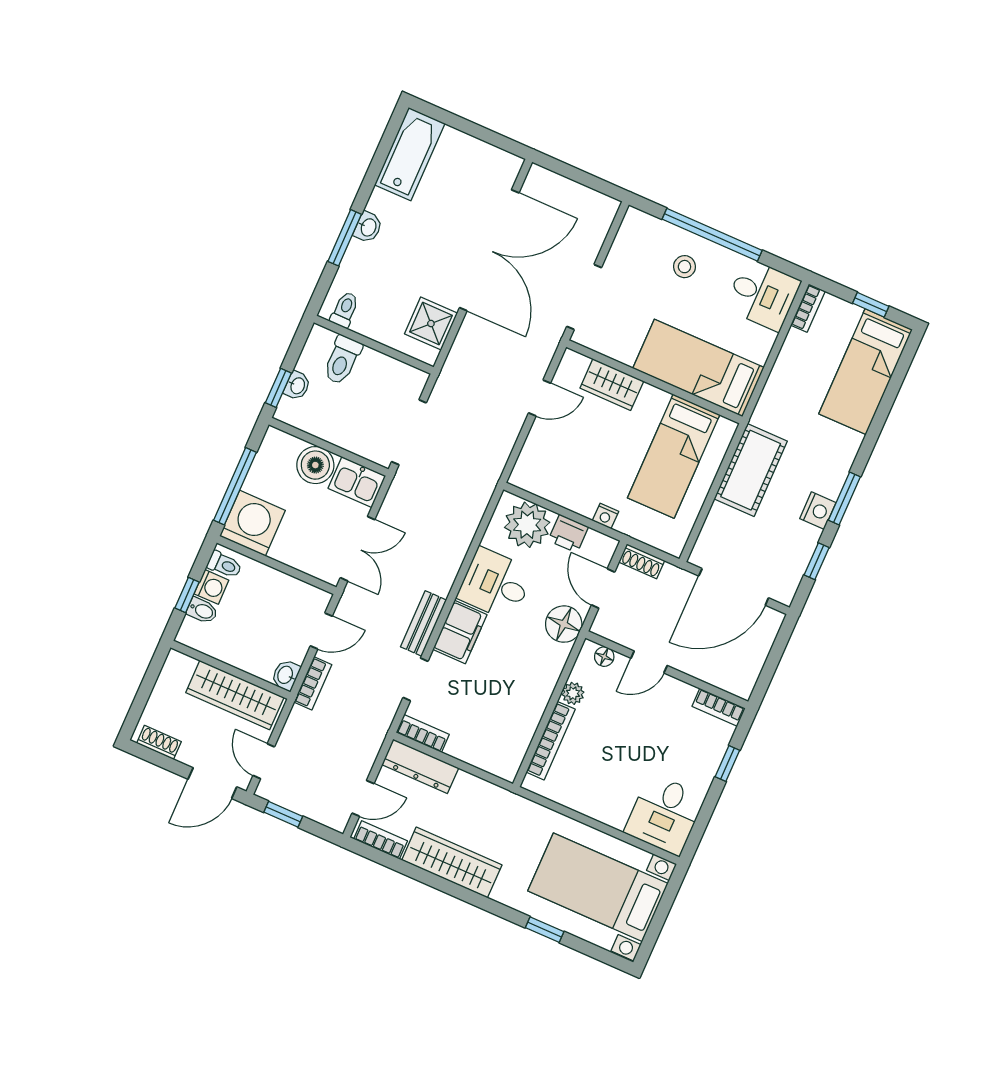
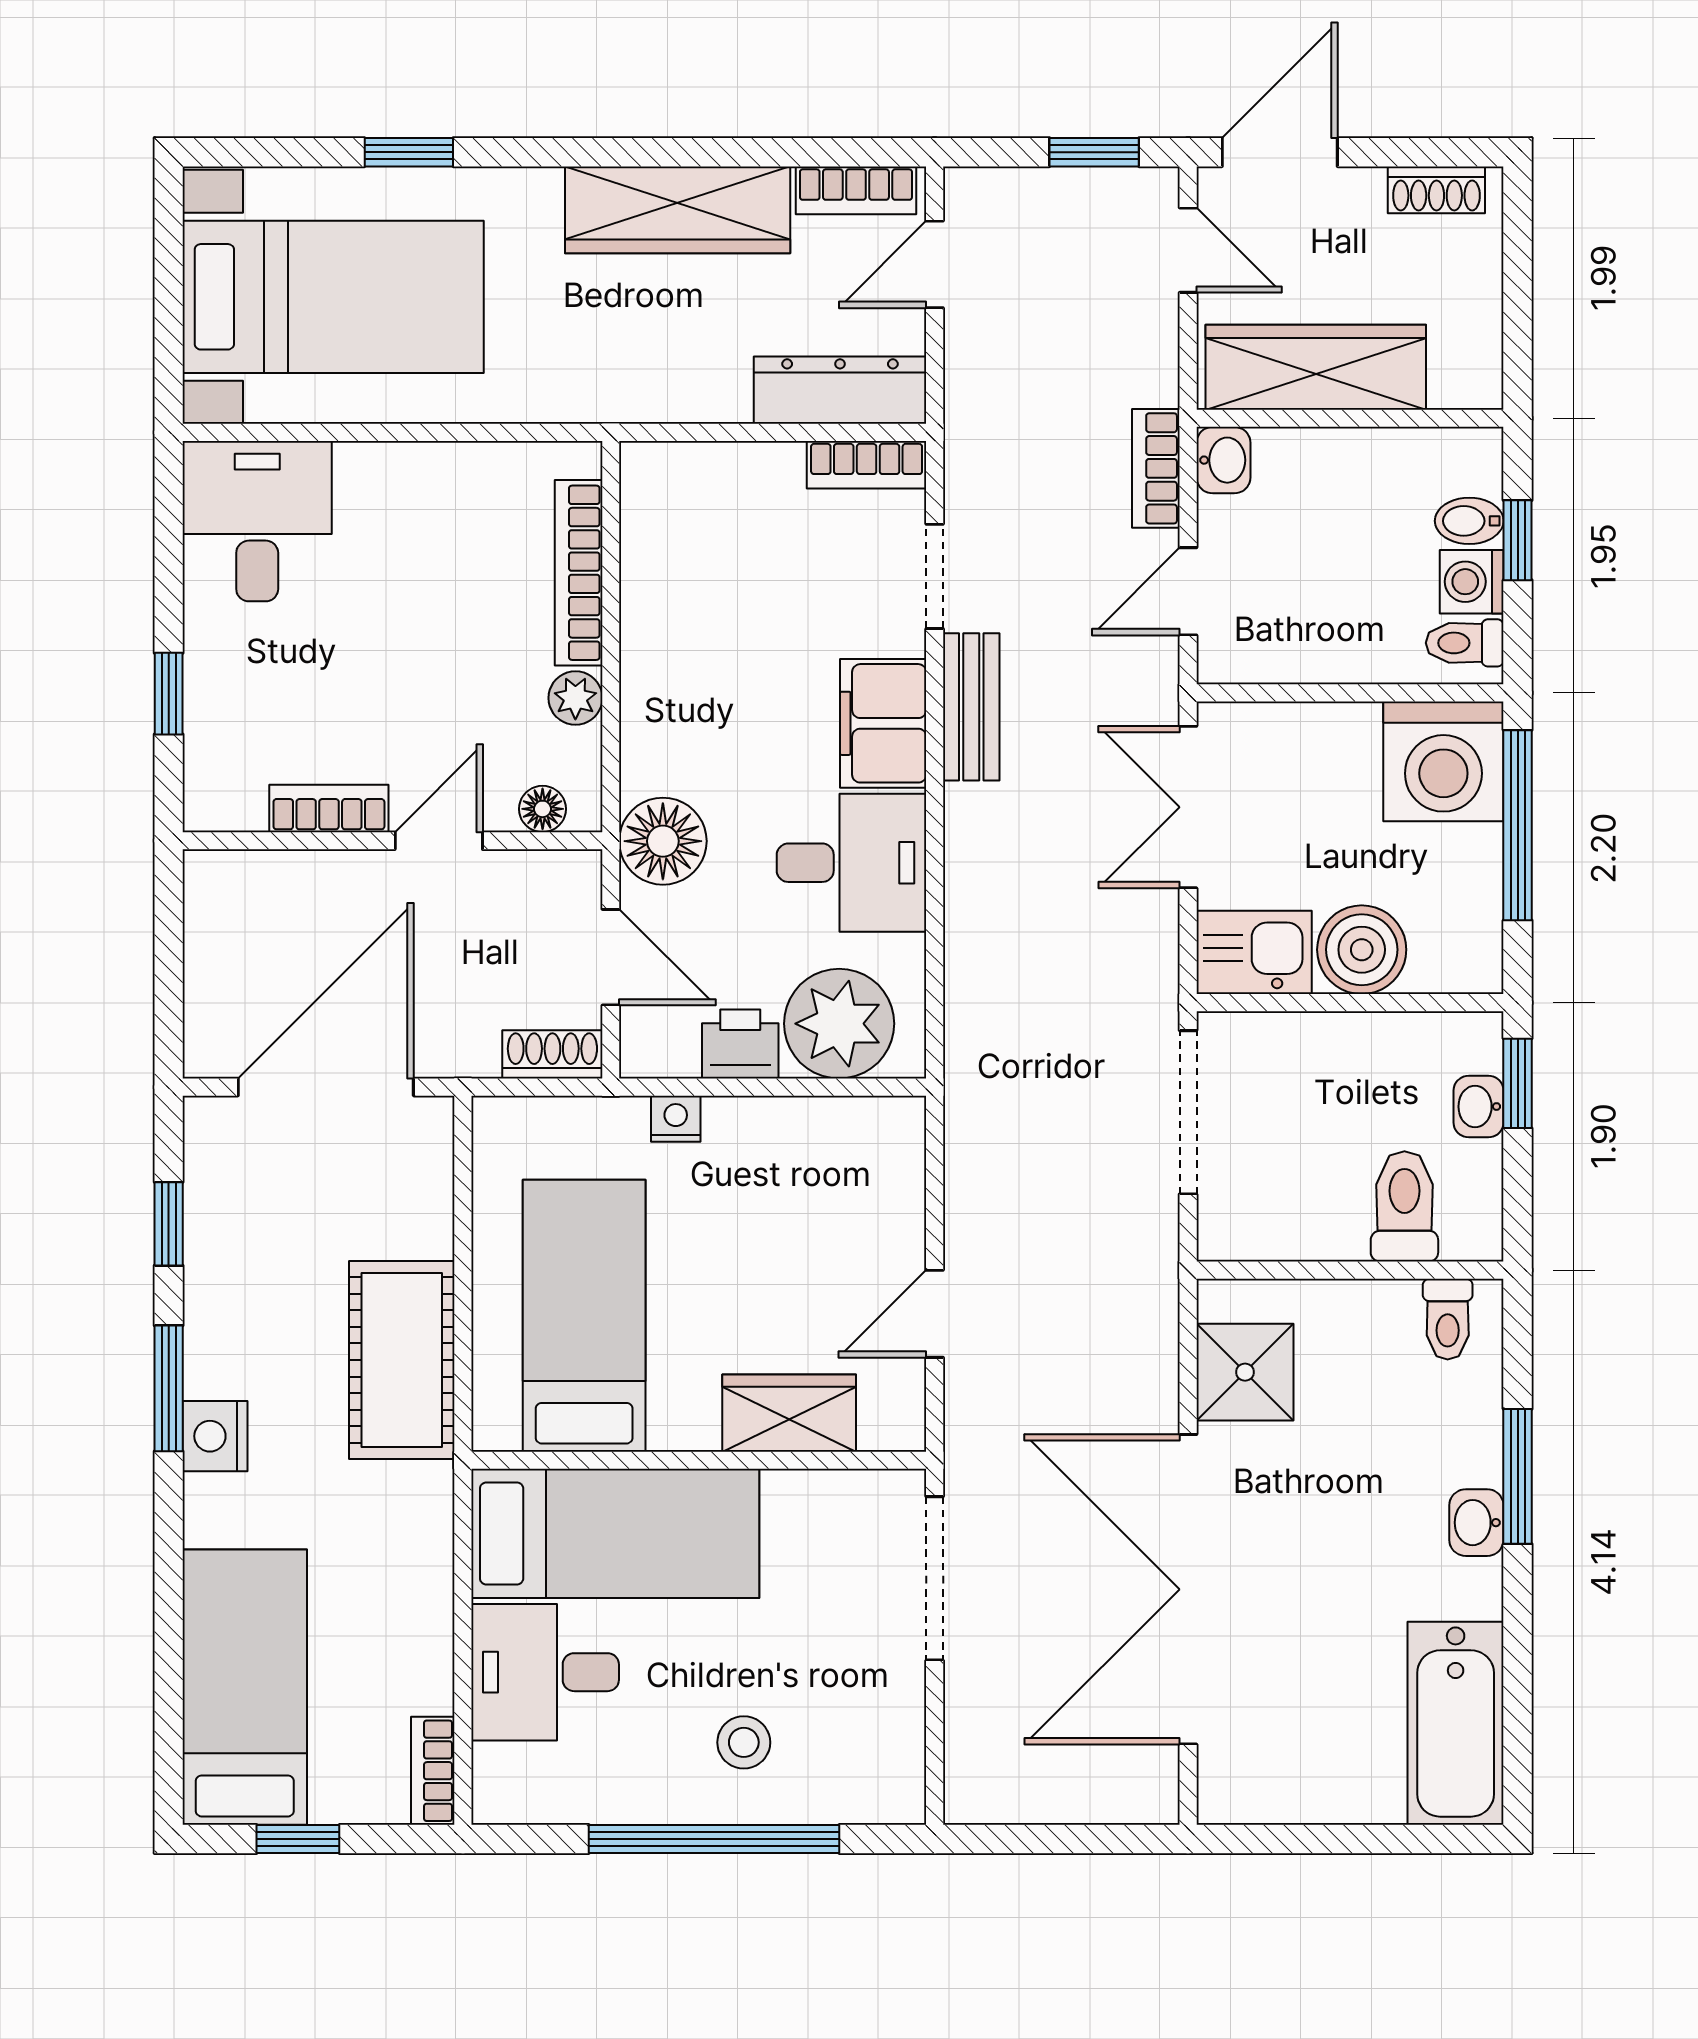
desk: (763, 295) -> (545, 1672), moved
nightstand: (818, 511) -> (215, 1436), moved
bookcase: (719, 707) -> (329, 808), moved

